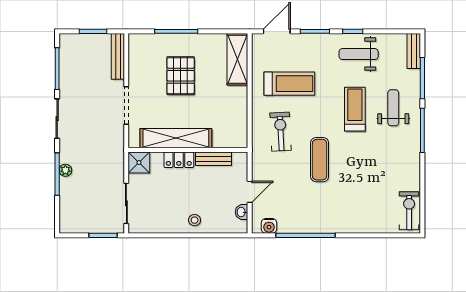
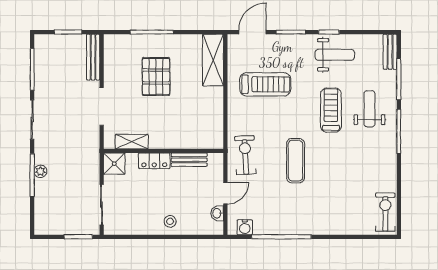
weight bench: (359, 54) -> (335, 55), turned 180
exercise bike: (281, 132) -> (245, 155), moved
shelving: (176, 138) -> (132, 142), width x0.45, depth x0.75

